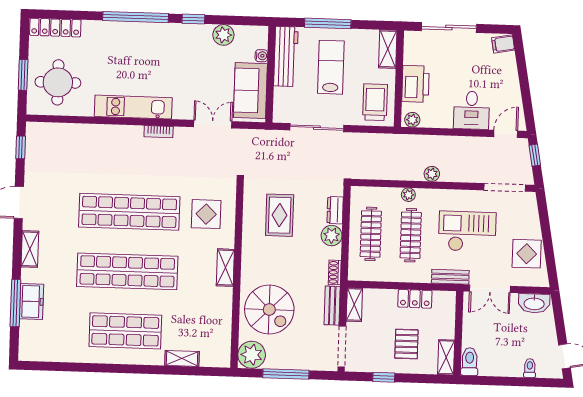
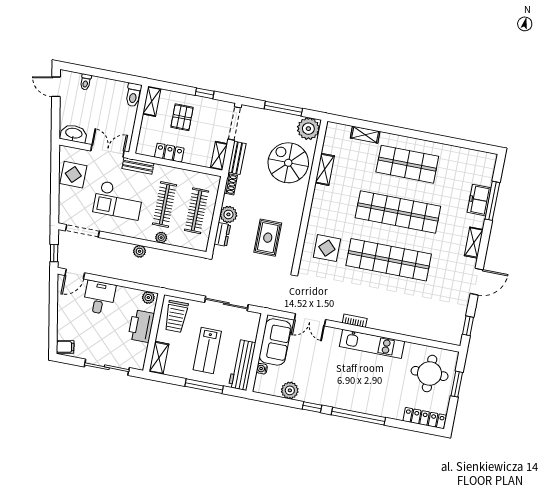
shelving: (225, 268) -> (325, 169), moved

